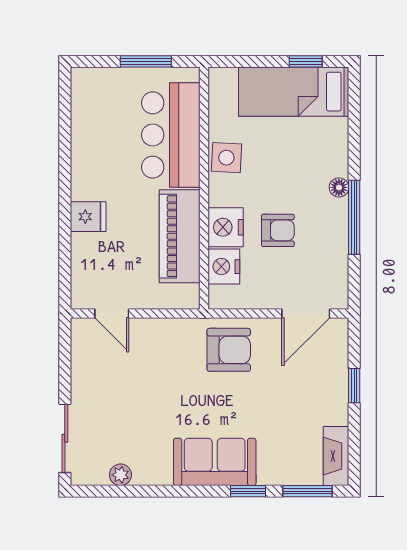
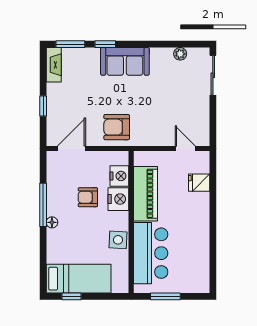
fridge: (88, 217) -> (199, 183), moved

